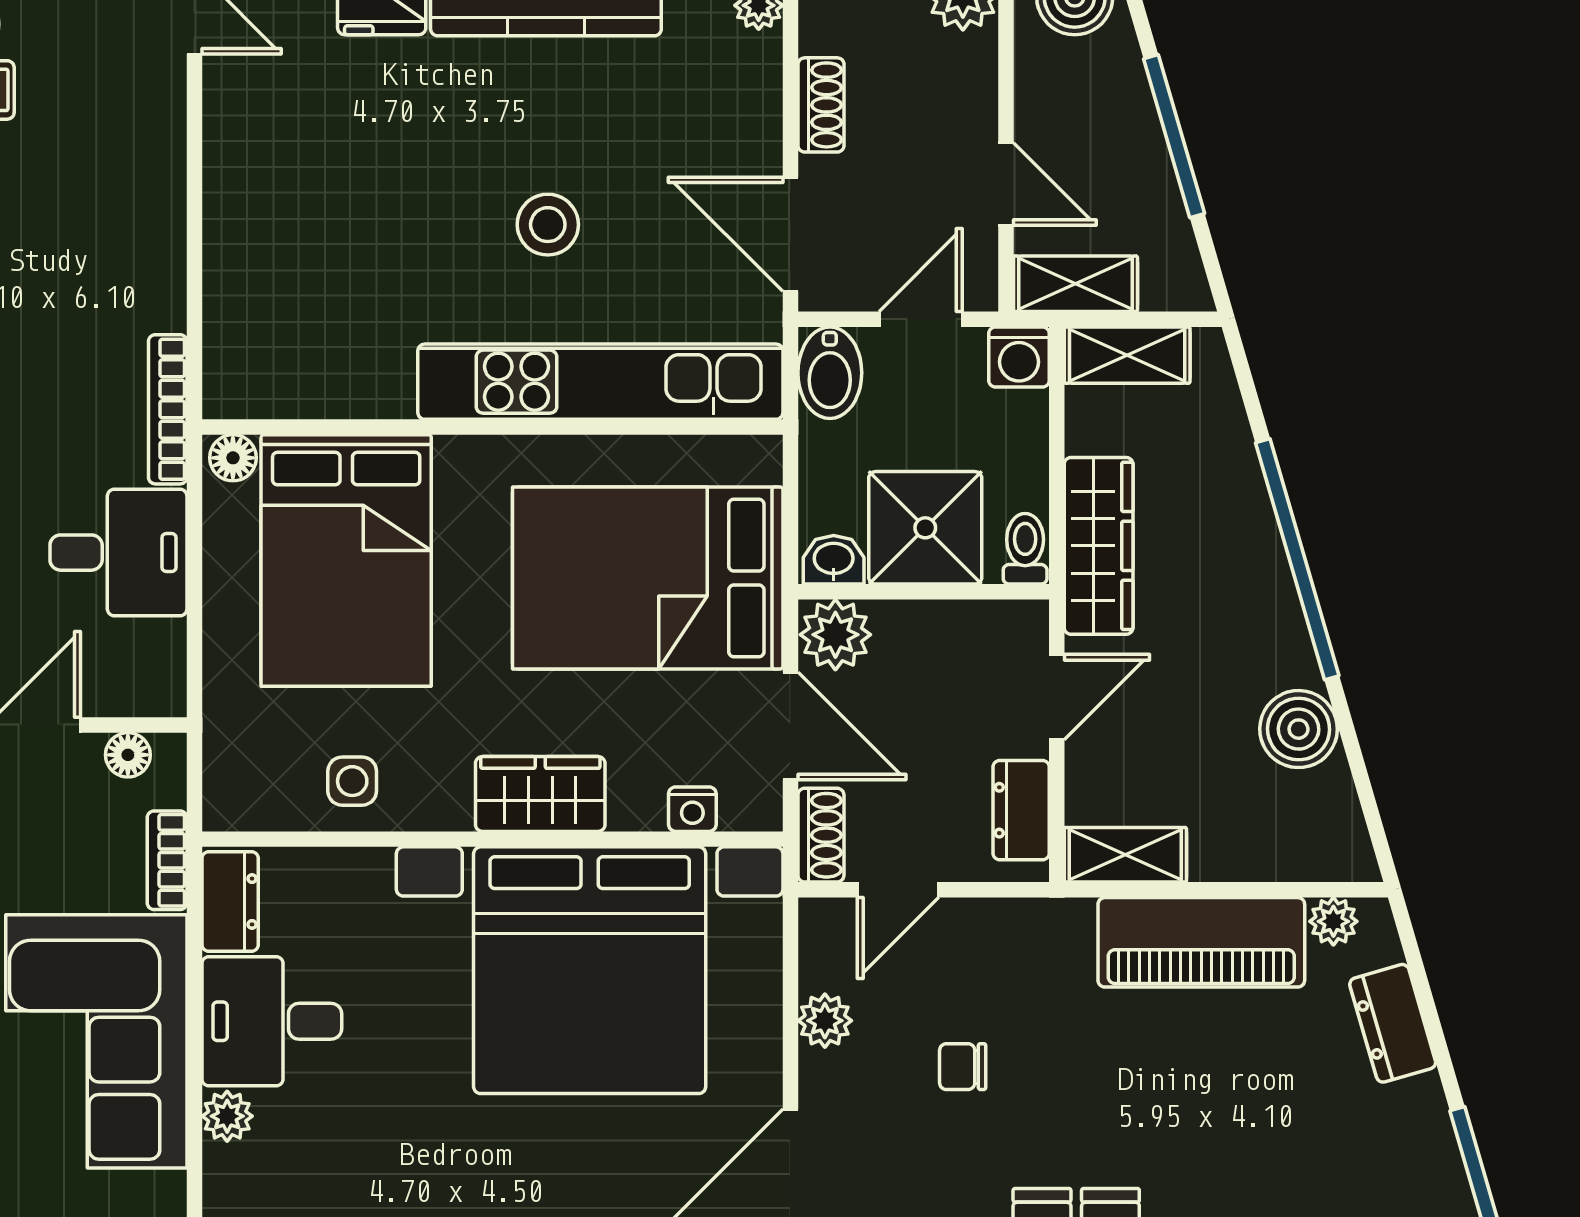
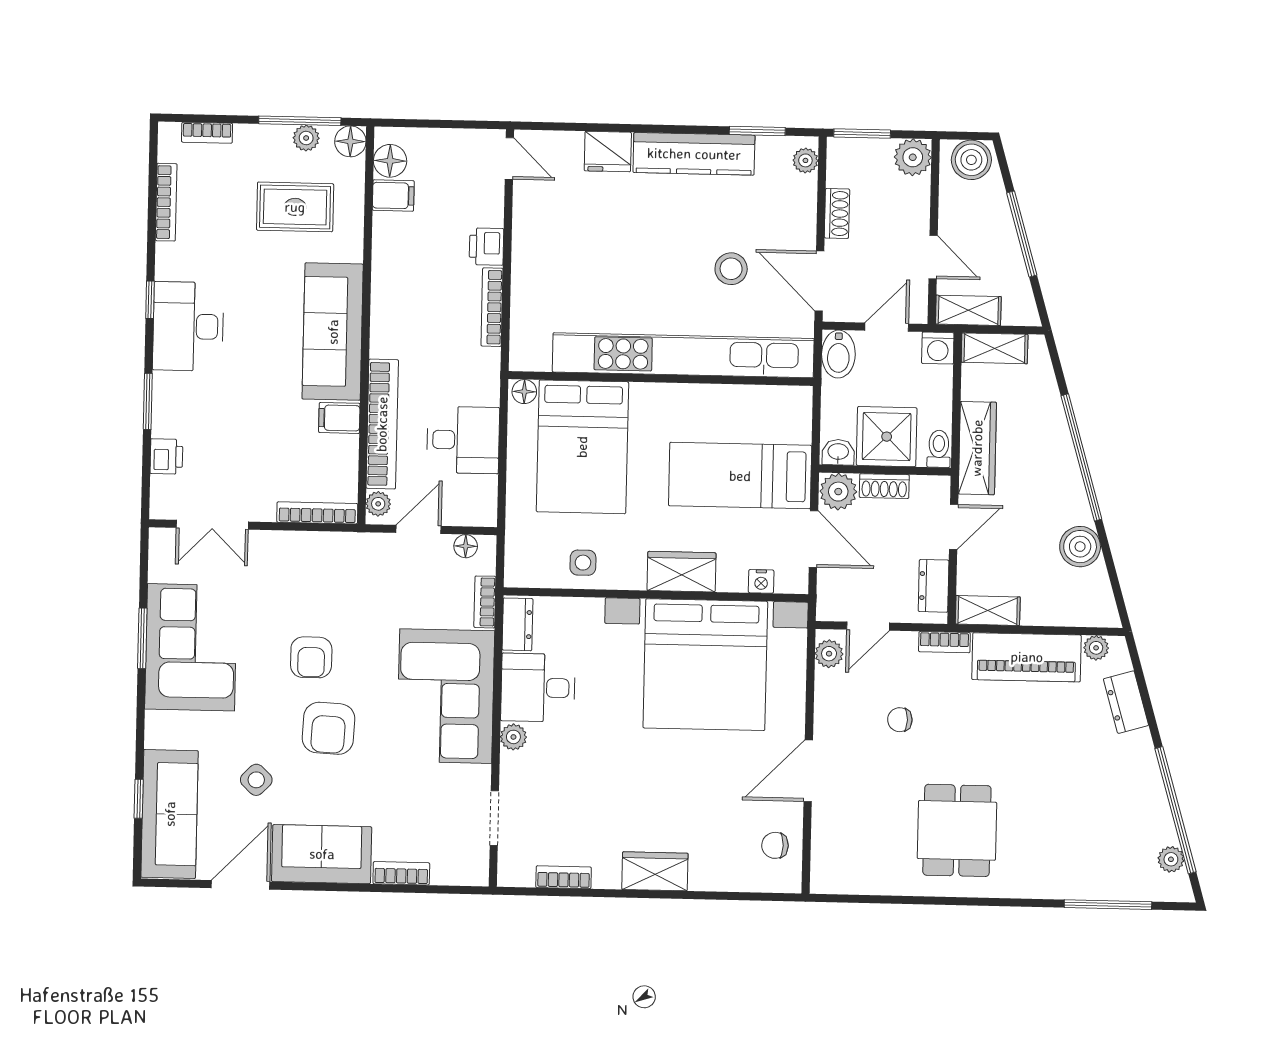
printer: (155, 183) -> (486, 247), added
stool: (548, 225) -> (731, 269), moved
kitchen unit: (600, 382) -> (683, 355), width x1.36
bookcase: (168, 409) -> (492, 307), moved
bed: (648, 578) -> (740, 476), width x0.67
shoe rack: (821, 835) -> (884, 486), moved, turned 90
bookcase: (1044, 917) -> (944, 642), added
plant: (825, 1021) -> (829, 654), moved

